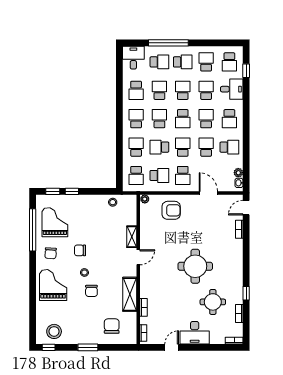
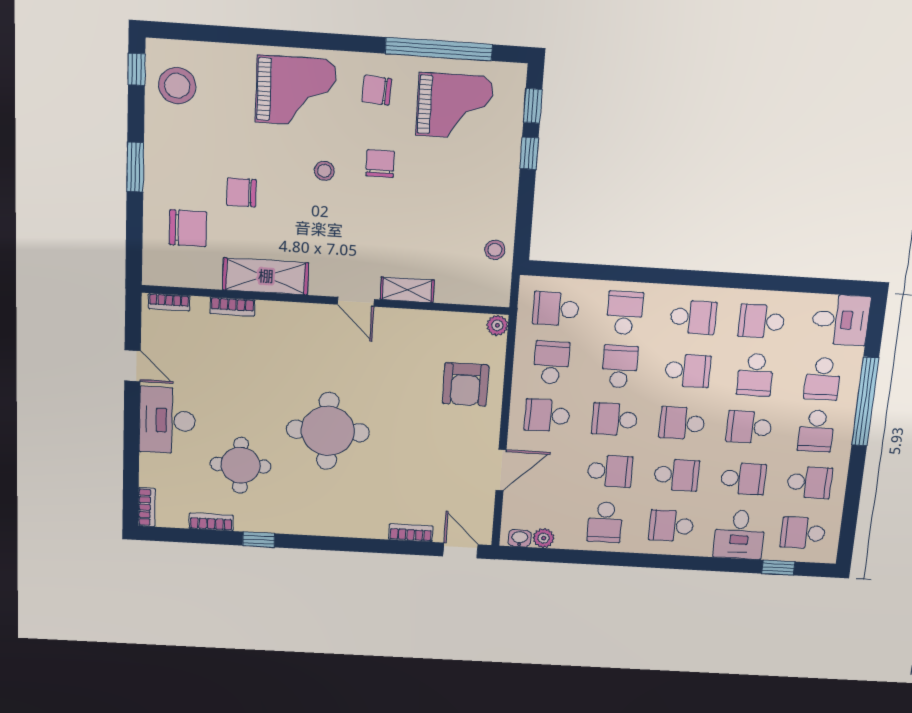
school desk: (159, 90) -> (755, 375), turned 90
school desk: (183, 90) -> (749, 427), turned 180
school desk: (136, 147) -> (625, 313), turned -90
school desk: (183, 147) -> (615, 419), turned 180
school desk: (159, 175) -> (551, 363), turned 180
chair: (91, 291) -> (241, 192), moved

